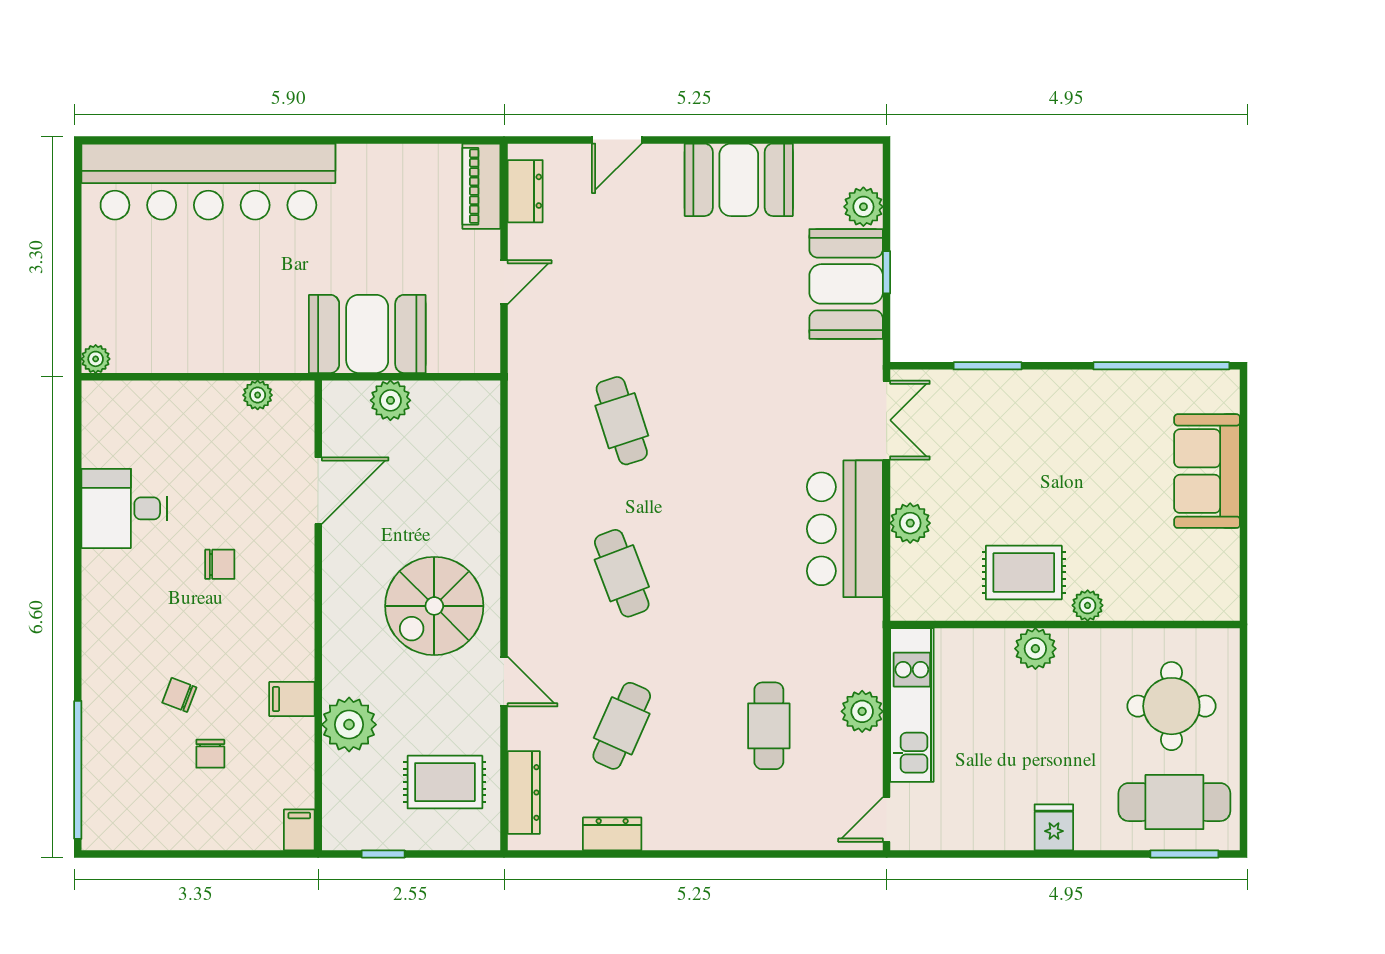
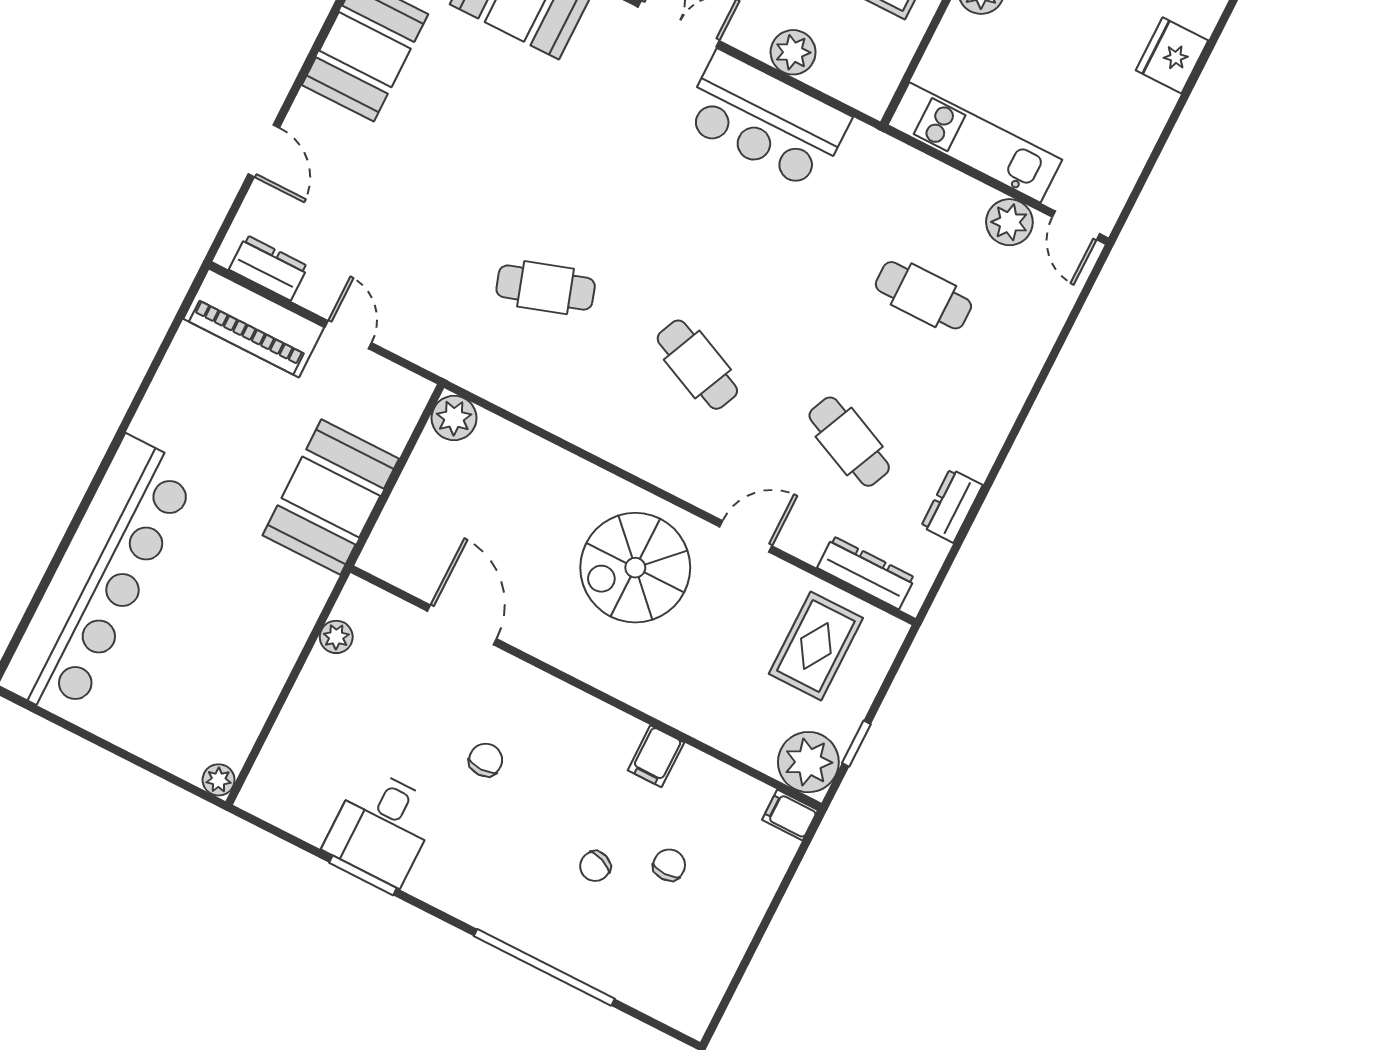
piano: (481, 186) -> (254, 323), width x1.37, depth x1.33
plant: (390, 400) -> (454, 418), moved
window: (78, 513) -> (363, 875), added
cafe table: (622, 573) -> (697, 365), turned 45
spiral stairs: (434, 606) -> (635, 568), turned 90
plant: (862, 711) -> (1009, 222), moved
plant: (349, 725) -> (808, 762), moved
chair: (210, 754) -> (669, 865), turned -90
window: (78, 770) -> (544, 967), moved
fridge: (1054, 827) -> (1172, 55), width x1.38

